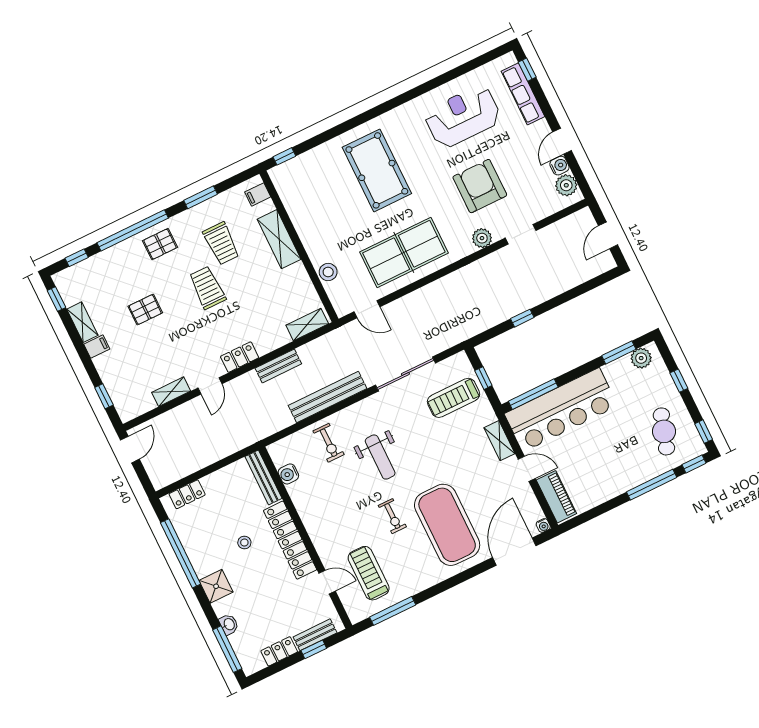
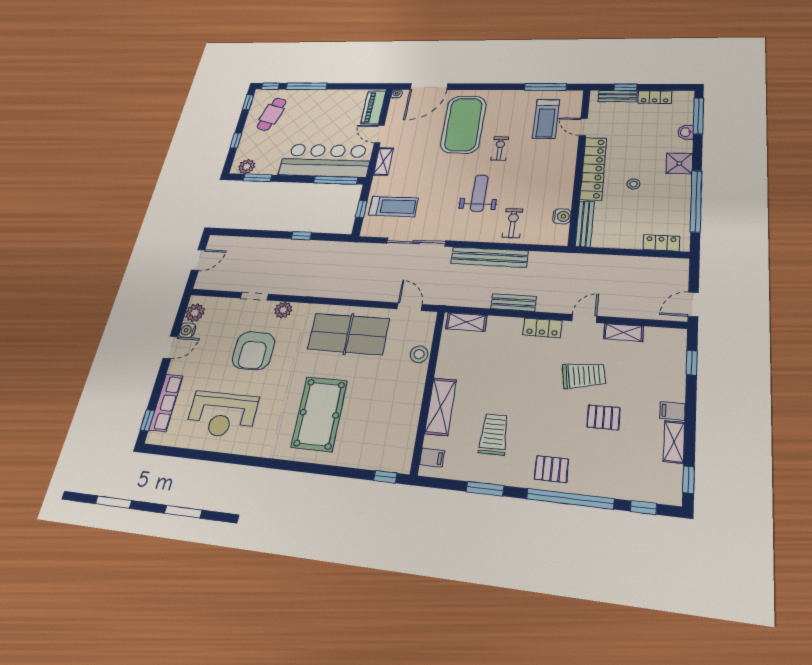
trolley: (207, 288) -> (584, 375), moved, turned -99

